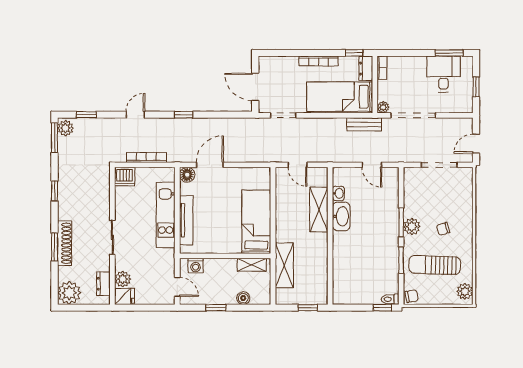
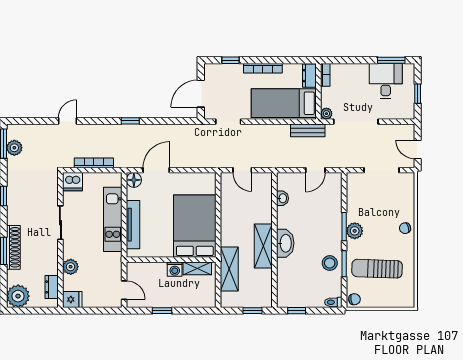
window: (354, 53) -> (230, 60), moved
door: (255, 87) -> (201, 94), hinge flipped
window: (86, 115) -> (35, 121), removed
door: (135, 115) -> (68, 121), moved
plant: (65, 128) -> (14, 148), moved
door: (476, 144) -> (418, 149), hinge flipped
door: (372, 165) -> (315, 170), hinge flipped
shelving: (319, 210) -> (263, 246), moved
washbasin: (341, 216) -> (285, 243), moved
bed: (256, 222) -> (195, 226), width x1.50
chair: (443, 229) -> (405, 228), moved
sliding door: (112, 237) -> (60, 223), moved
stool: (386, 259) -> (330, 263), added
washing machine: (196, 266) -> (175, 269), moved
plant: (123, 279) -> (71, 267), moved
plant: (465, 291) -> (407, 295), removed
boiler: (243, 298) -> (189, 301), removed
window: (382, 308) -> (297, 311), moved

